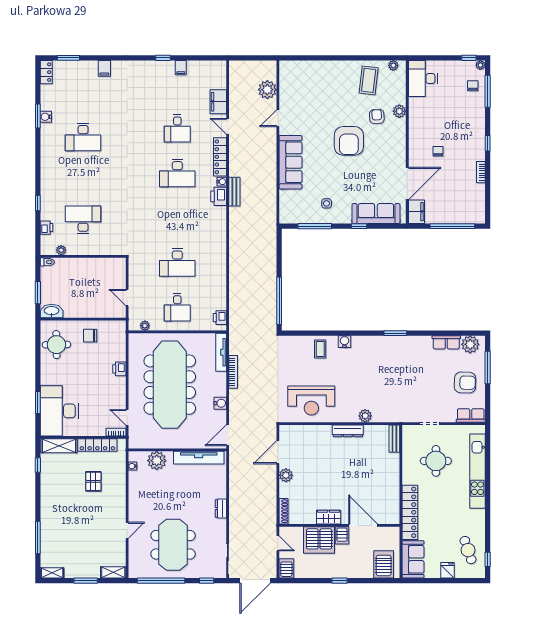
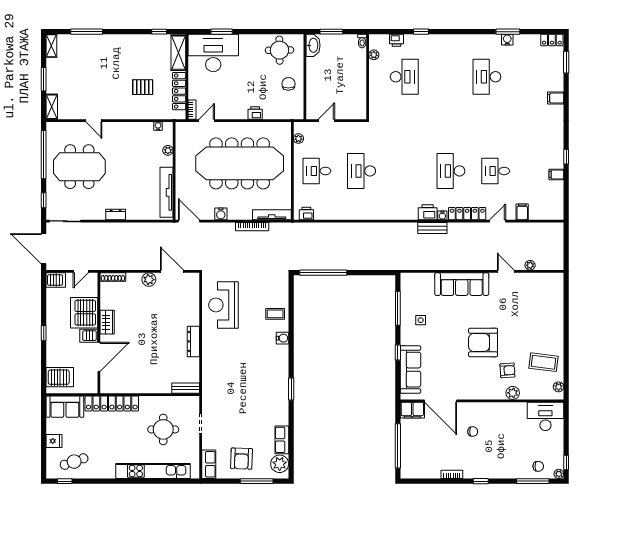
plant: (267, 90) -> (530, 265), width x0.53, depth x0.53
filing cabinet: (218, 102) -> (522, 212), width x0.50
plant: (365, 416) -> (208, 359), removed
plant: (157, 461) -> (168, 150), width x0.53, depth x0.53

